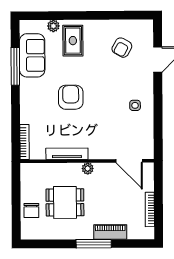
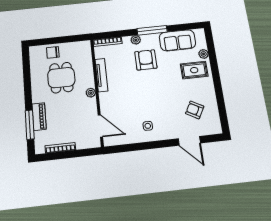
window: (15, 66) -> (152, 30), moved
armchair: (71, 97) -> (146, 60), moved, turned -90
plant: (26, 107) -> (136, 40), added
door: (129, 161) -> (100, 126), swing flipped
window: (94, 244) -> (30, 125), moved

